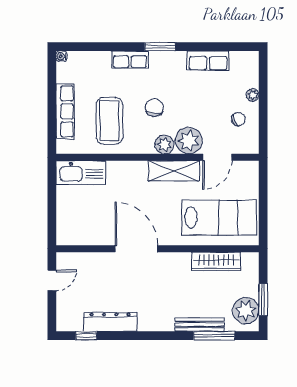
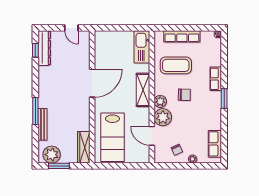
row of seats: (208, 61) -> (215, 144), moved
shelving: (174, 171) -> (143, 90), moved
wardrobe: (216, 261) -> (84, 147), moved
dresser: (110, 322) -> (44, 48), moved
window: (214, 336) -> (35, 111), moved

